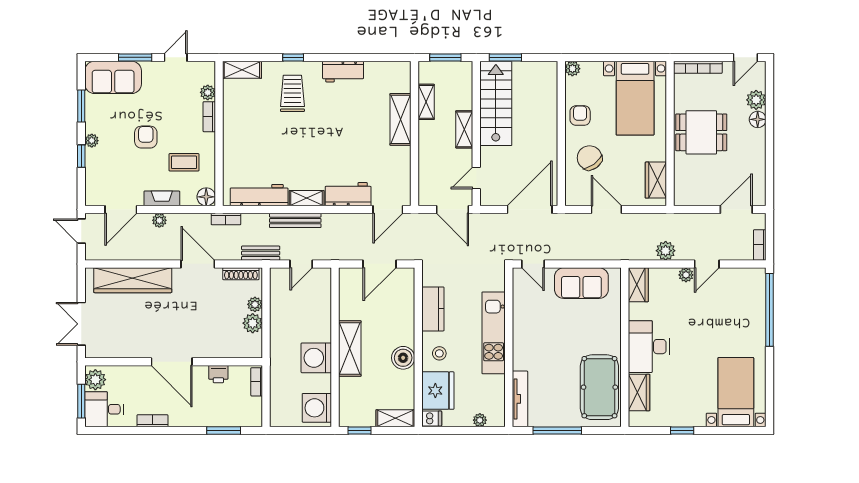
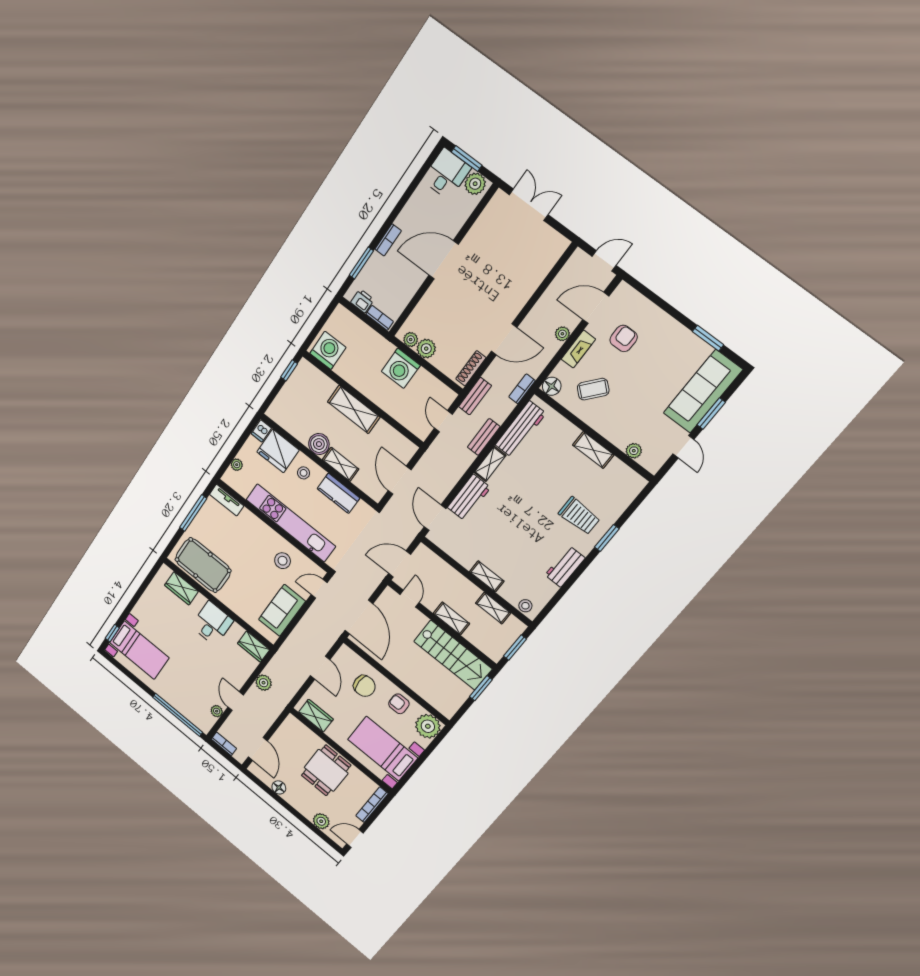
window: (293, 57) -> (607, 538), width x1.50
door: (745, 57) -> (355, 839), hinge flipped
plant: (572, 69) -> (428, 726), width x1.87, depth x1.87
shelving: (242, 70) -> (593, 450), moved, turned 90
sofa: (113, 77) -> (703, 391), width x1.36
stool: (402, 77) -> (525, 606), added
armchair: (580, 116) -> (399, 704), turned 180
bookcase: (209, 117) -> (613, 437), removed
shelving: (401, 119) -> (487, 576), width x0.67, depth x0.75
floor lamp: (758, 119) -> (279, 787), moved
armchair: (146, 137) -> (624, 338), moved, turned -90
plant: (92, 141) -> (672, 325), removed
window: (81, 156) -> (666, 307), removed
chair: (590, 158) -> (364, 686), turned 36
coffee table: (184, 162) -> (593, 389), turned 41
door: (121, 210) -> (596, 308), hinge flipped
door: (606, 210) -> (320, 668), hinge flipped
bench: (295, 220) -> (484, 437), width x0.73
plant: (686, 275) -> (217, 711), moved
wardrobe: (133, 280) -> (531, 275), removed
plant: (255, 304) -> (411, 340), moved
stool: (534, 316) -> (283, 561), added
kitchen unit: (494, 333) -> (291, 523), width x1.36
desk: (649, 347) -> (212, 623), width x0.73
washing machine: (316, 358) -> (401, 368), moved, turned 180
printer: (218, 374) -> (362, 301), moved, turned 90
tv unit: (520, 399) -> (227, 500), width x0.71
shelving: (395, 418) -> (341, 464), moved, turned 90
bookcase: (152, 421) -> (388, 240), moved
window: (682, 431) -> (112, 633), moved

